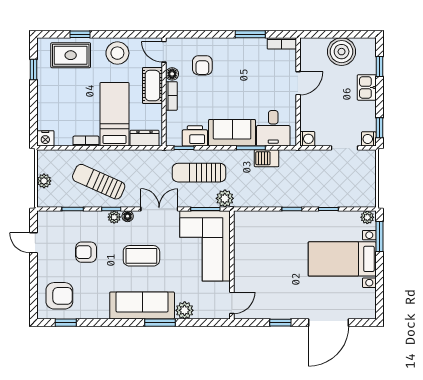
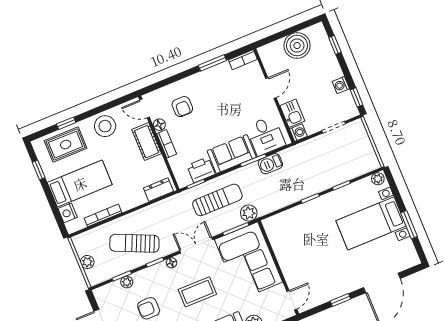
kitchen sink: (367, 87) -> (292, 113), moved, turned 180
bed: (114, 114) -> (80, 184), moved, turned 90
nightstand: (45, 138) -> (68, 213), moved, turned 90
washing machine: (369, 139) -> (341, 85), moved
bookcase: (86, 141) -> (103, 215), width x1.56
sun lounger: (199, 173) -> (217, 200), turned 180
plant: (114, 217) -> (127, 282), moved
window: (379, 236) -> (409, 225), moved

